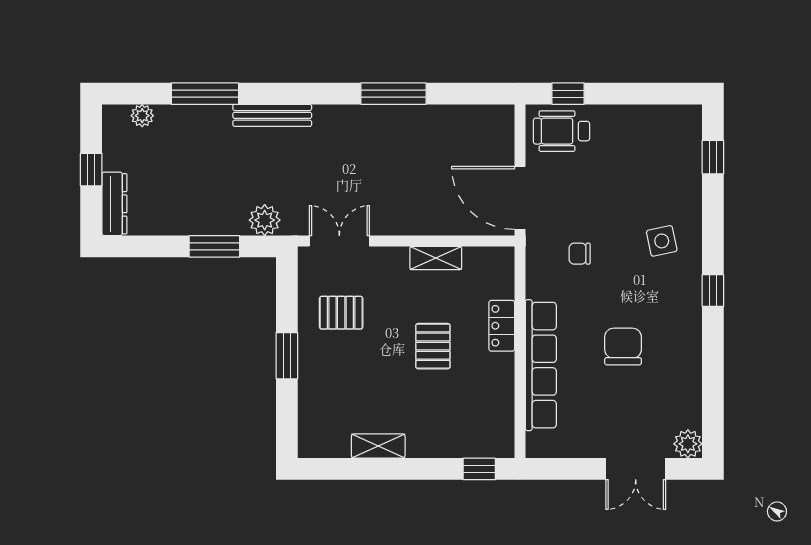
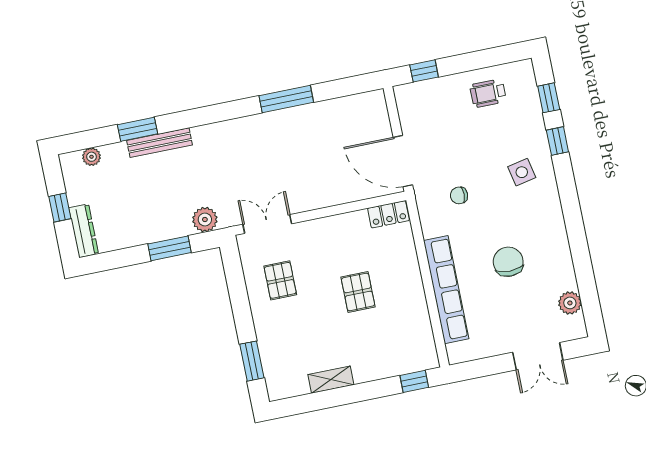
window: (205, 94) -> (137, 129), width x0.69
bench: (272, 115) -> (160, 143), moved
wheelchair: (561, 131) -> (488, 93), moved, width x0.73, depth x0.73
shelving: (436, 258) -> (346, 222), removed
window: (713, 290) -> (557, 141), moved
pallet: (341, 313) -> (280, 280), turned 90
locker: (502, 326) -> (388, 214), moved, turned -90
window: (287, 356) -> (252, 361), moved
plant: (688, 444) -> (570, 303), moved

